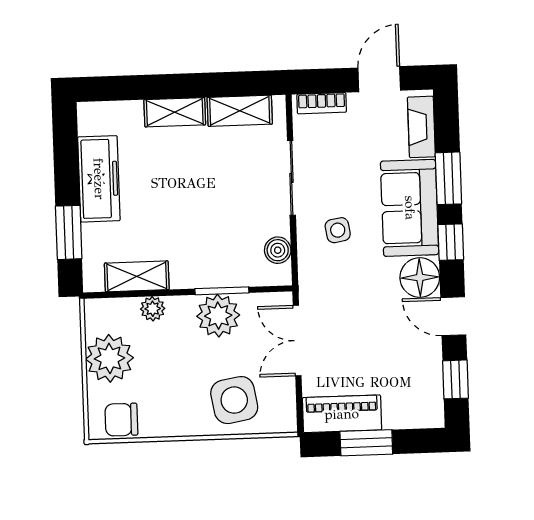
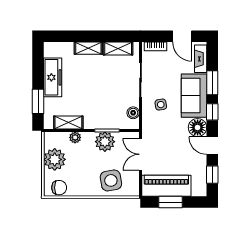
door: (379, 79) -> (182, 36), swing flipped
piano: (342, 414) -> (166, 186), width x1.37, depth x1.33
chair: (121, 420) -> (59, 188), turned 180

